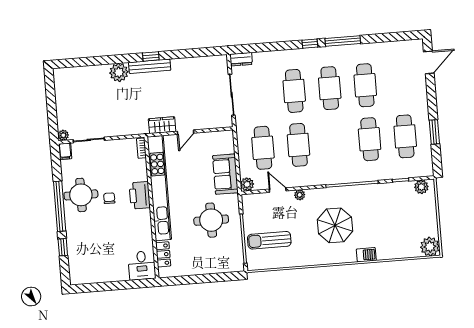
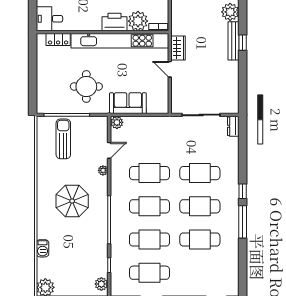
cafe table: (263, 148) -> (149, 206), moved
plant: (137, 170) -> (138, 21), added
barbecue: (366, 255) -> (43, 248), moved

